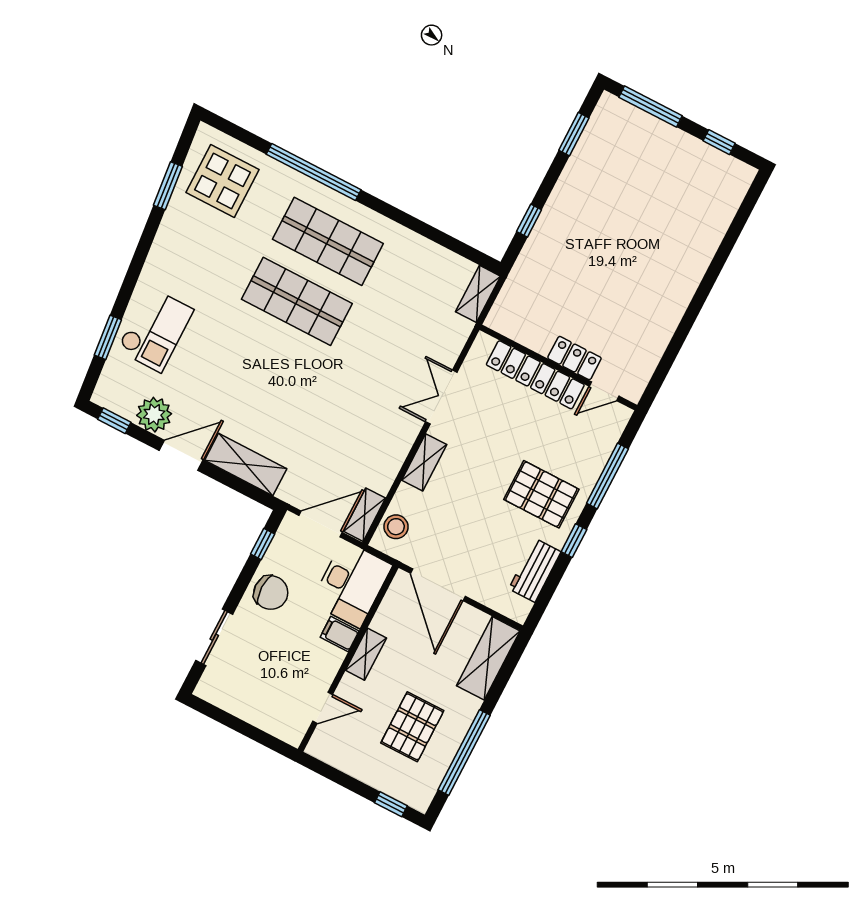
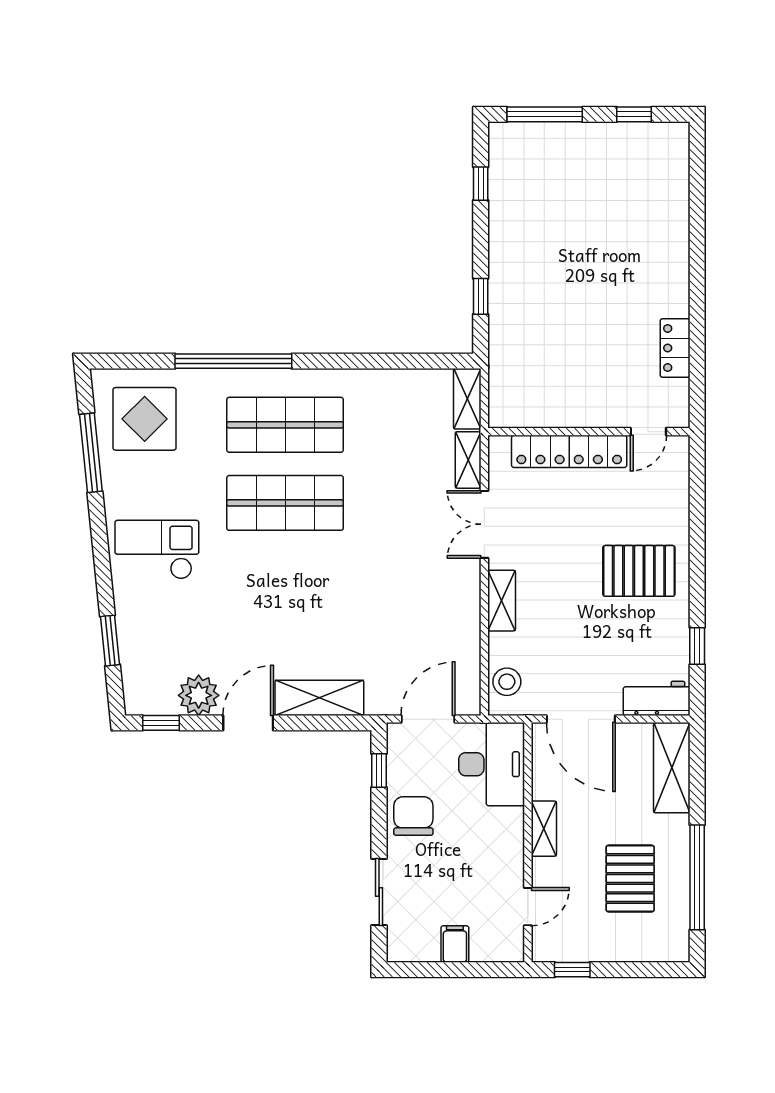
window: (574, 134) -> (481, 184), width x0.67
window: (168, 186) -> (91, 453), width x1.44
checkout: (155, 330) -> (157, 550), moved, turned -90
locker: (574, 358) -> (675, 348), moved, turned -90
window: (607, 476) -> (697, 517), removed
shelving: (364, 515) -> (468, 460), moved
window: (574, 541) -> (697, 646), moved
workbench: (535, 570) -> (657, 698), moved, turned 90
chair: (271, 593) -> (413, 816), turned -90
filing cabinet: (340, 634) -> (455, 944), moved, turned 90
window: (391, 804) -> (572, 970), moved

